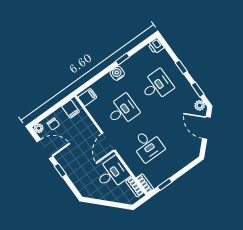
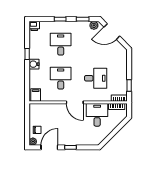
filing cabinet: (71, 109) -> (35, 112), removed

